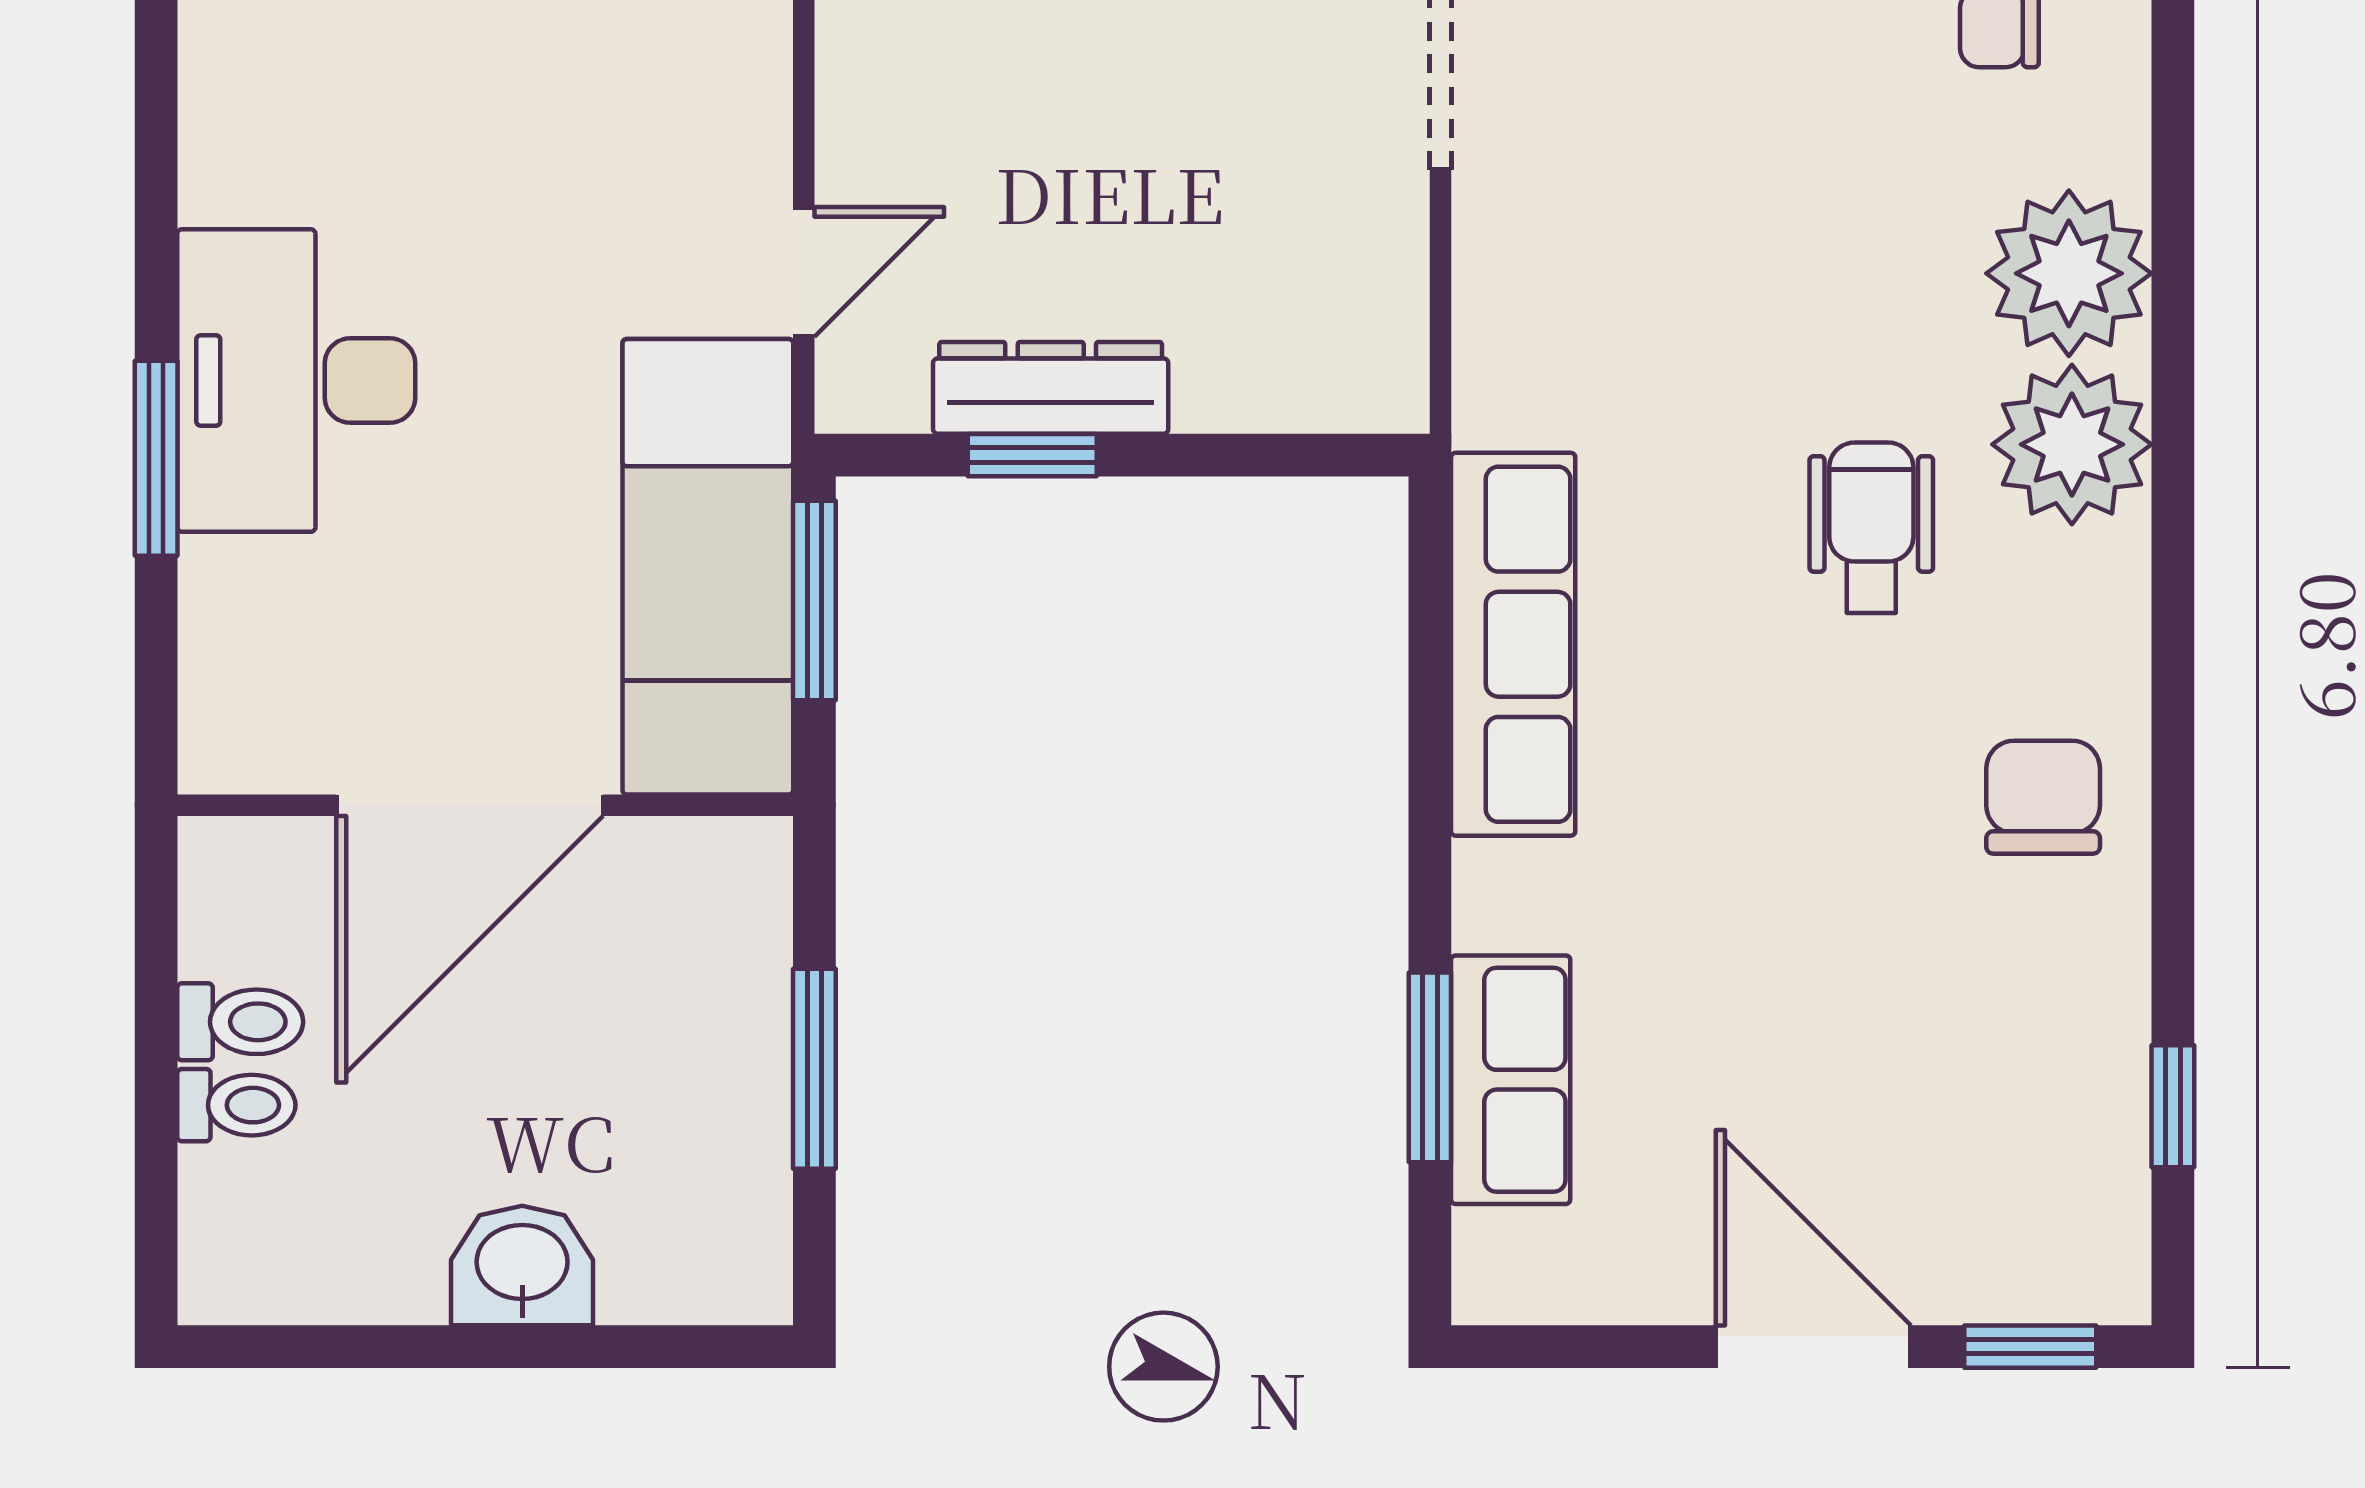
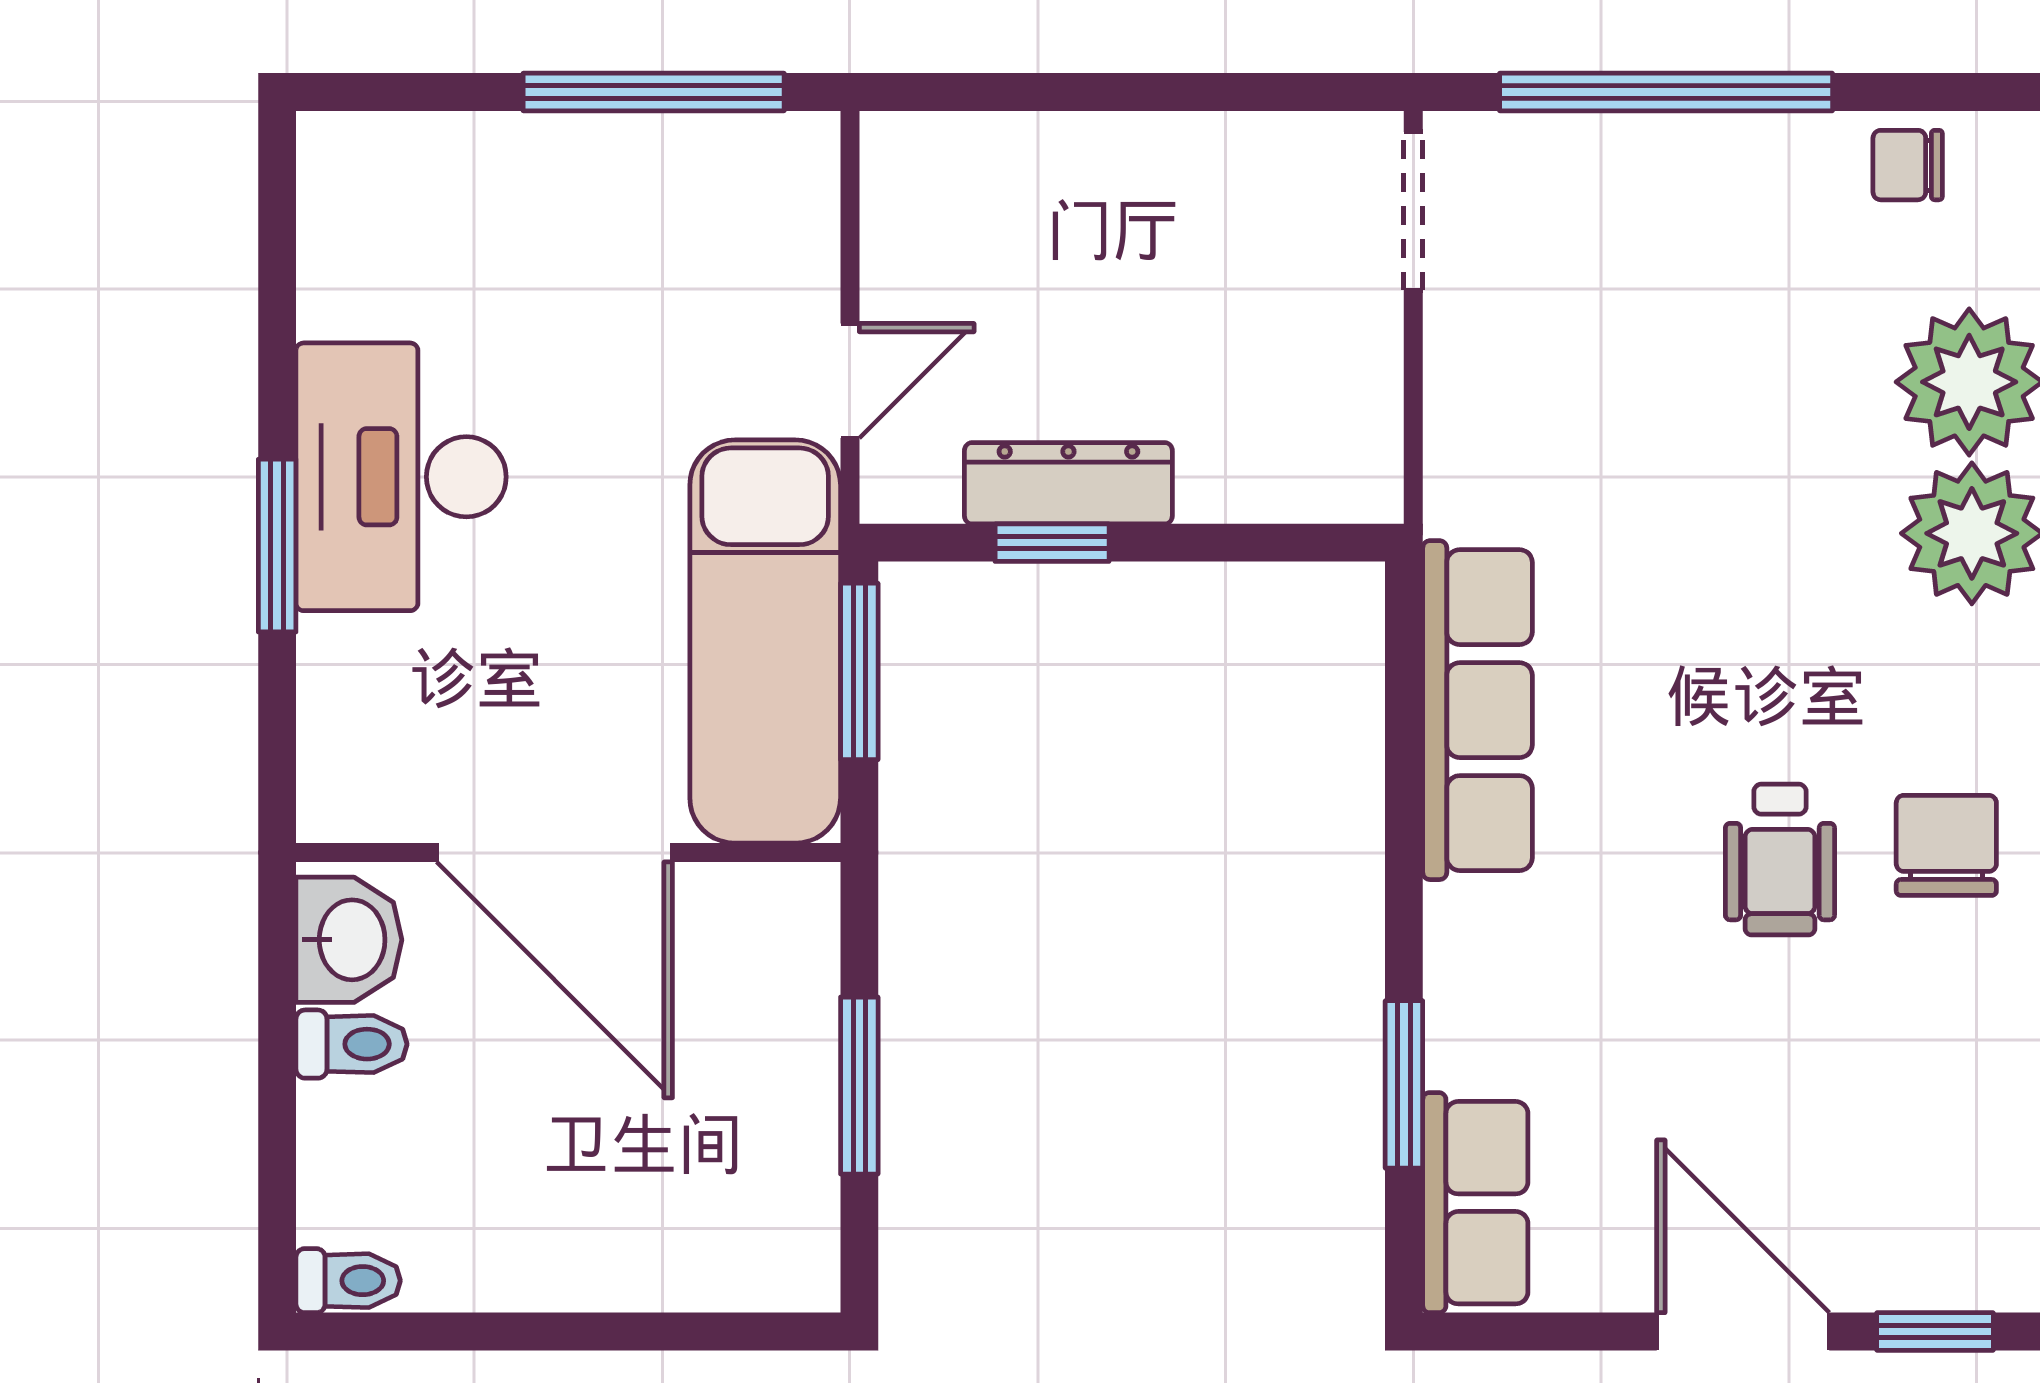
wheelchair: (1871, 528) -> (1780, 859), moved, turned 180
door: (470, 805) -> (555, 853), hinge flipped
row of seats: (1511, 1080) -> (1475, 1203), moved
toilet: (236, 1105) -> (348, 1281), moved
washbasin: (522, 1266) -> (349, 940), moved, turned 90

